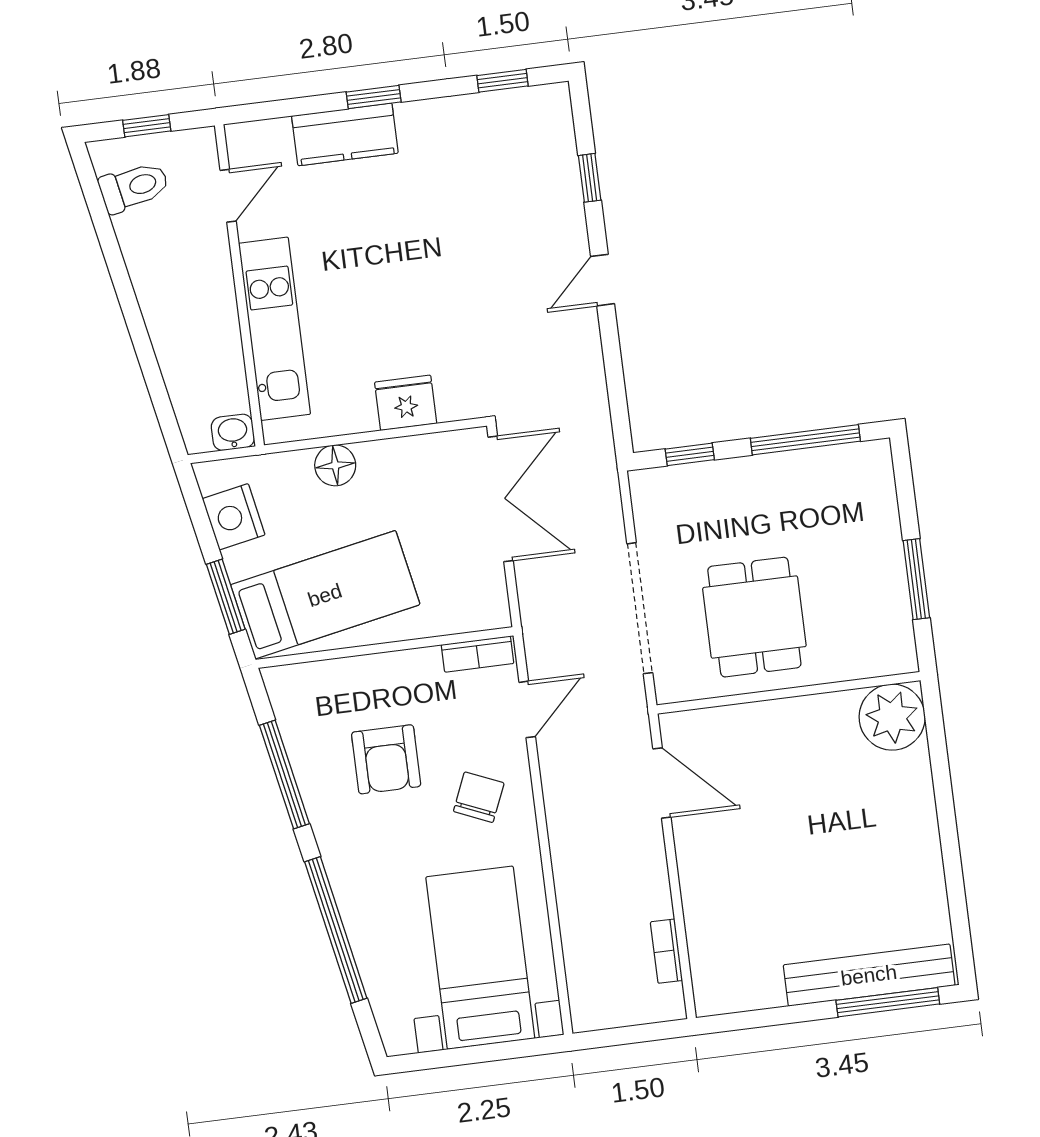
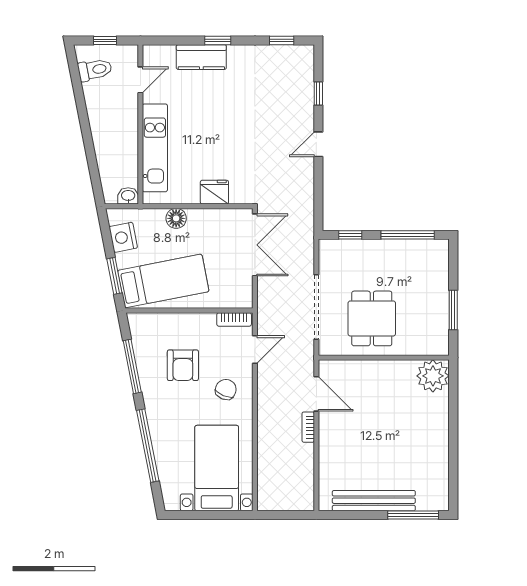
bookcase: (666, 951) -> (308, 427), moved
bench: (869, 975) -> (374, 501), moved

